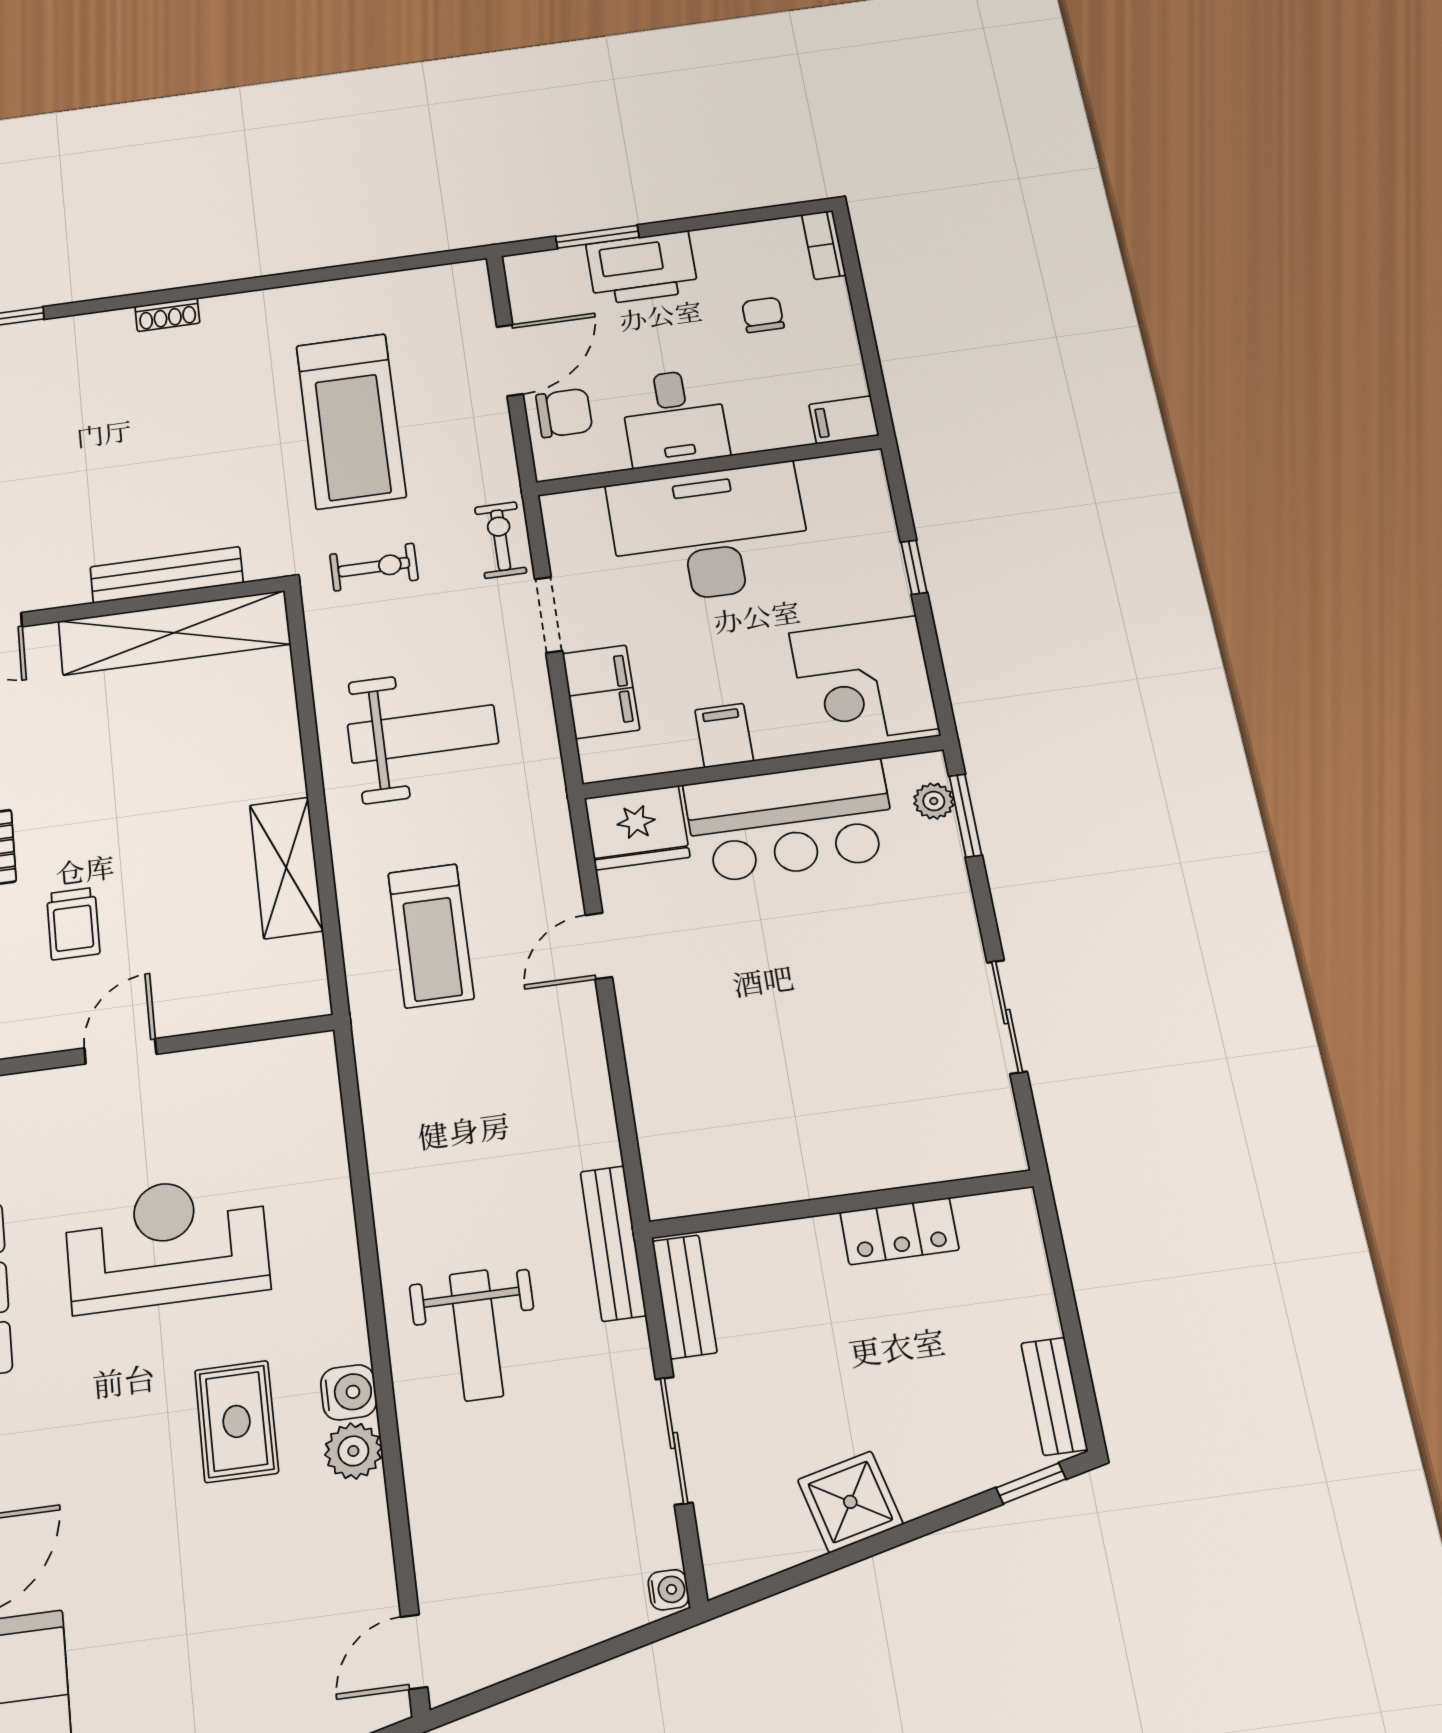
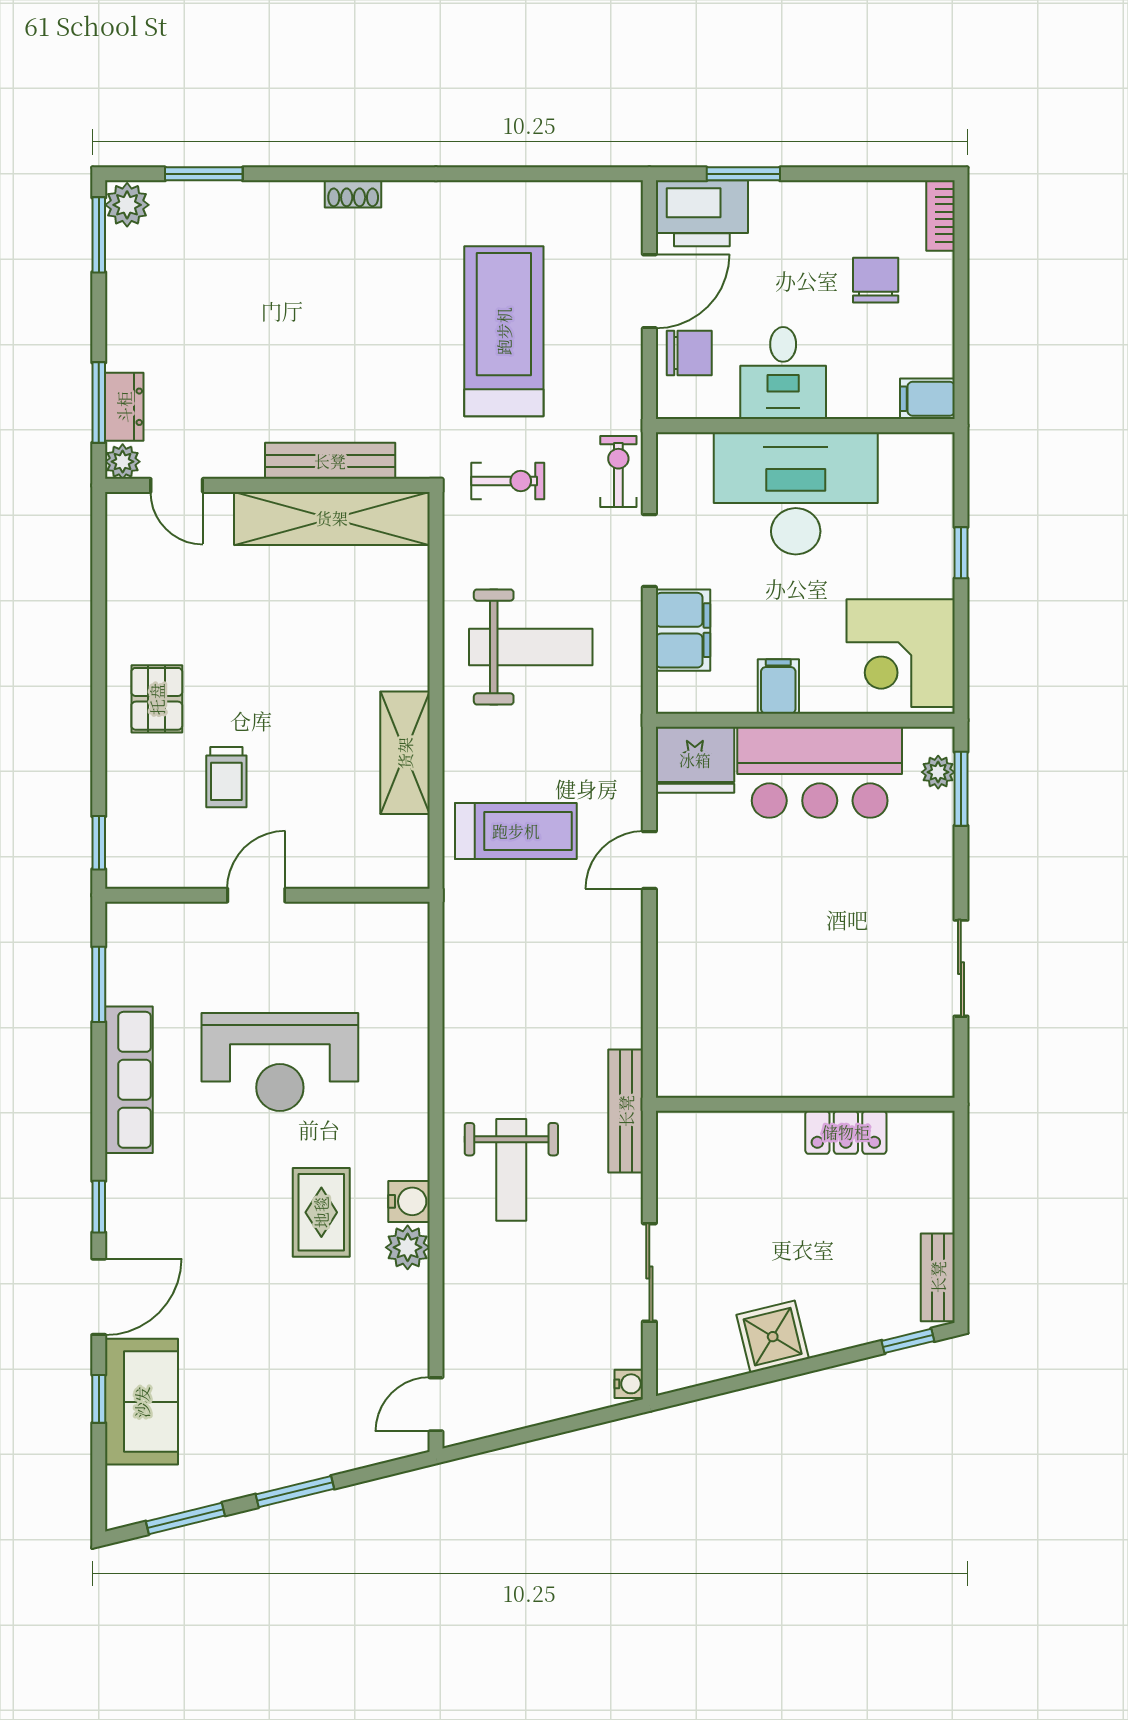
printer: (642, 268) -> (702, 213), moved
chair: (763, 315) -> (876, 280), width x1.37, depth x1.37
treadmill: (351, 421) -> (504, 331), turned 180
treadmill: (431, 936) -> (516, 831), turned -90
reception desk: (167, 1243) -> (280, 1062), turned 180
bench: (684, 1297) -> (674, 1162), removed

